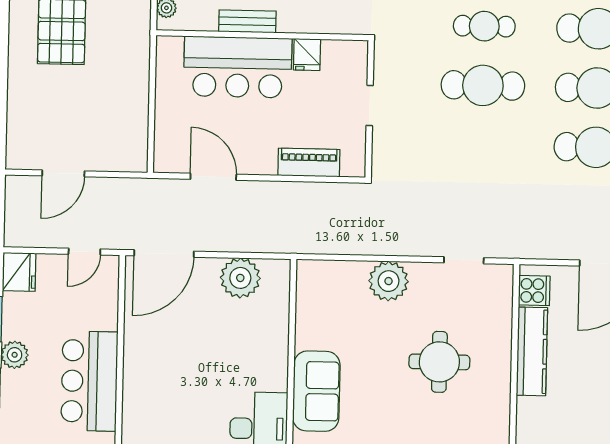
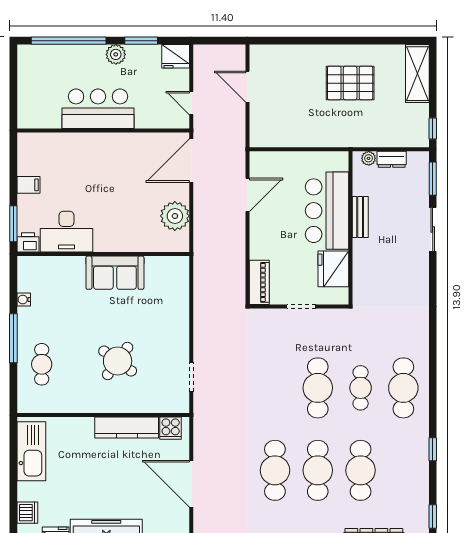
fridge: (307, 55) -> (333, 269), width x1.88, depth x1.34
piano: (309, 163) -> (259, 282), moved
door: (164, 253) -> (191, 161), hinge flipped
plant: (389, 281) -> (175, 323), removed
round table: (439, 362) -> (118, 361), turned 36
sofa: (316, 391) -> (115, 273), moved

